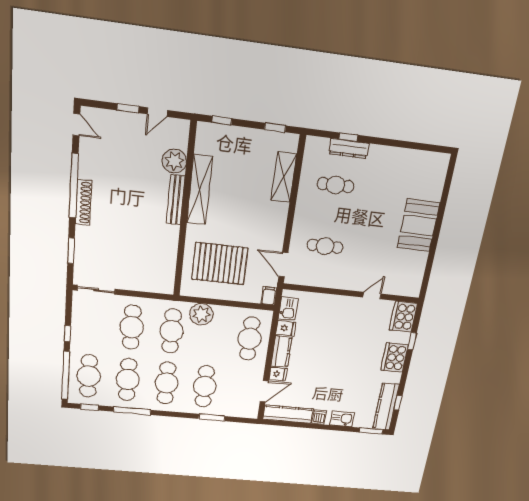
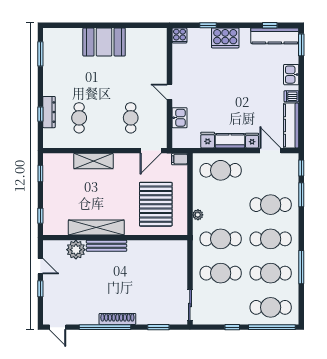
door: (76, 125) -> (58, 327), swing flipped
window: (421, 147) -> (40, 54), added
shelving: (284, 177) -> (93, 161), moved
door: (372, 296) -> (170, 92), moved
kitchen sink: (288, 309) -> (179, 118), moved, turned 90
plant: (201, 314) -> (198, 215), width x0.53, depth x0.53
cooker: (403, 317) -> (179, 35), width x0.53, depth x0.76
window: (90, 407) -> (301, 168), moved

